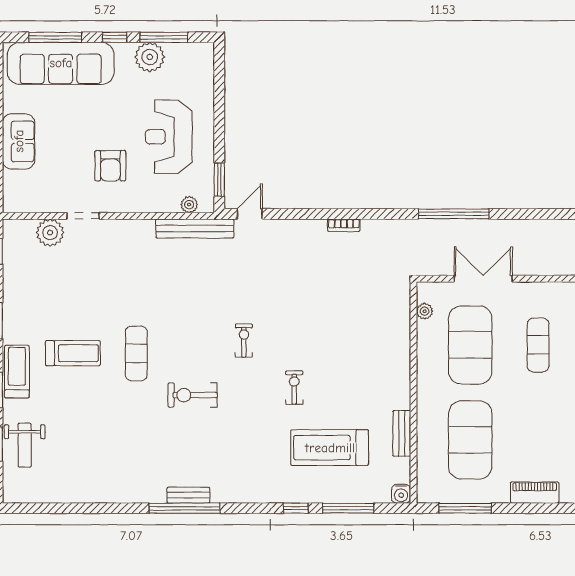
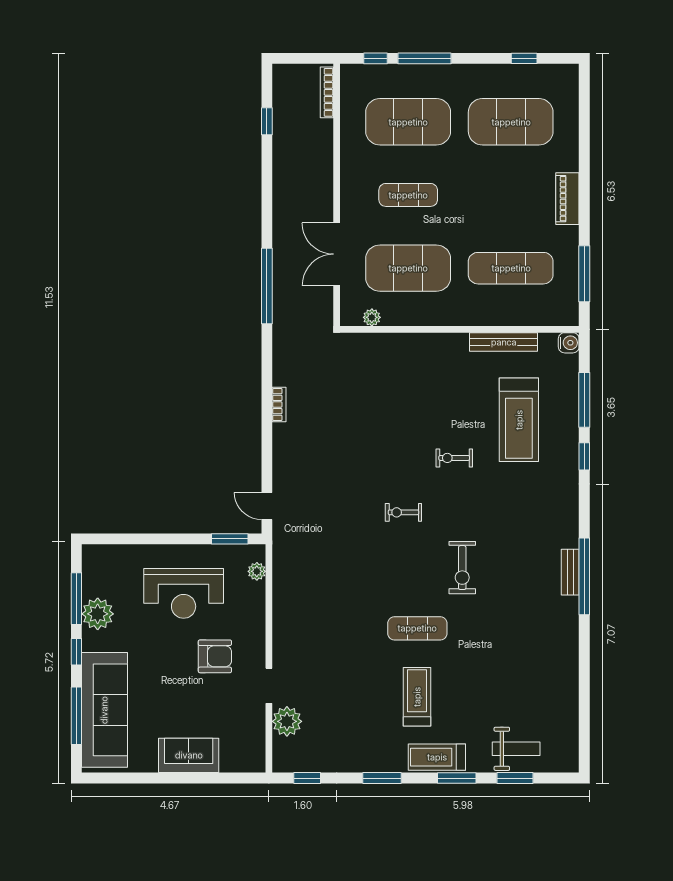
bench: (195, 228) -> (283, 565), removed
bench: (402, 433) -> (504, 342), width x1.36
exercise mat: (470, 440) -> (511, 268), width x0.68

